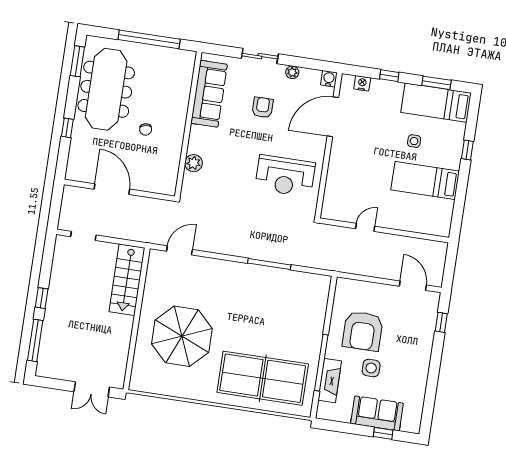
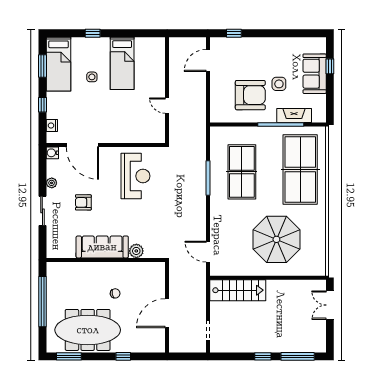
sofa: (209, 94) -> (102, 247), moved
table tennis table: (271, 307) -> (242, 172), added
double door: (92, 389) -> (330, 305), swing flipped

